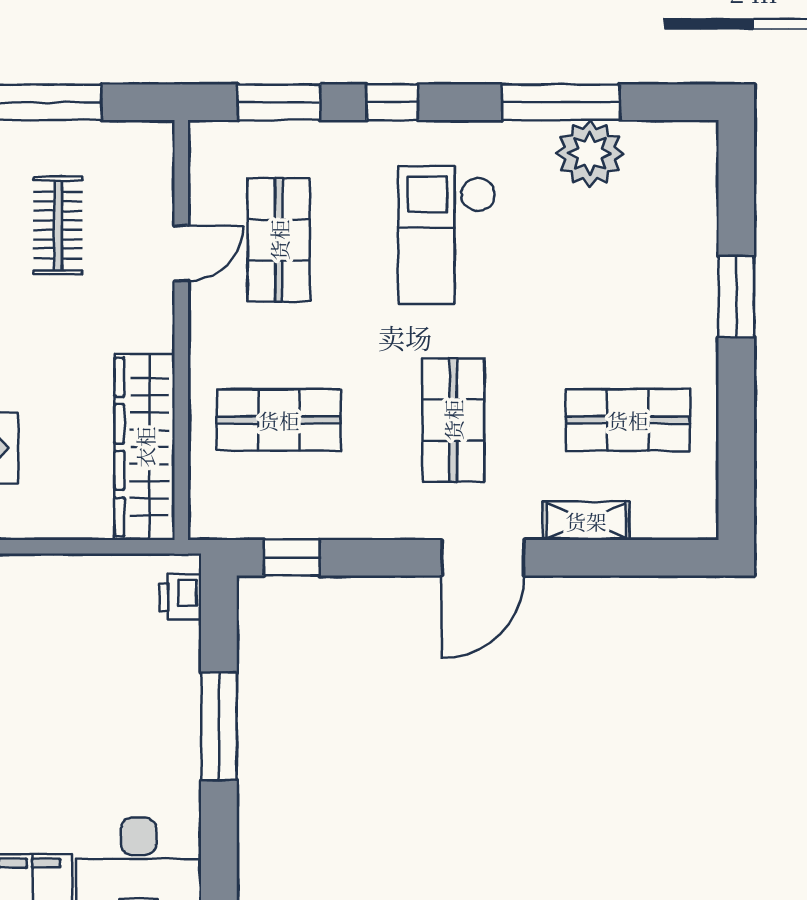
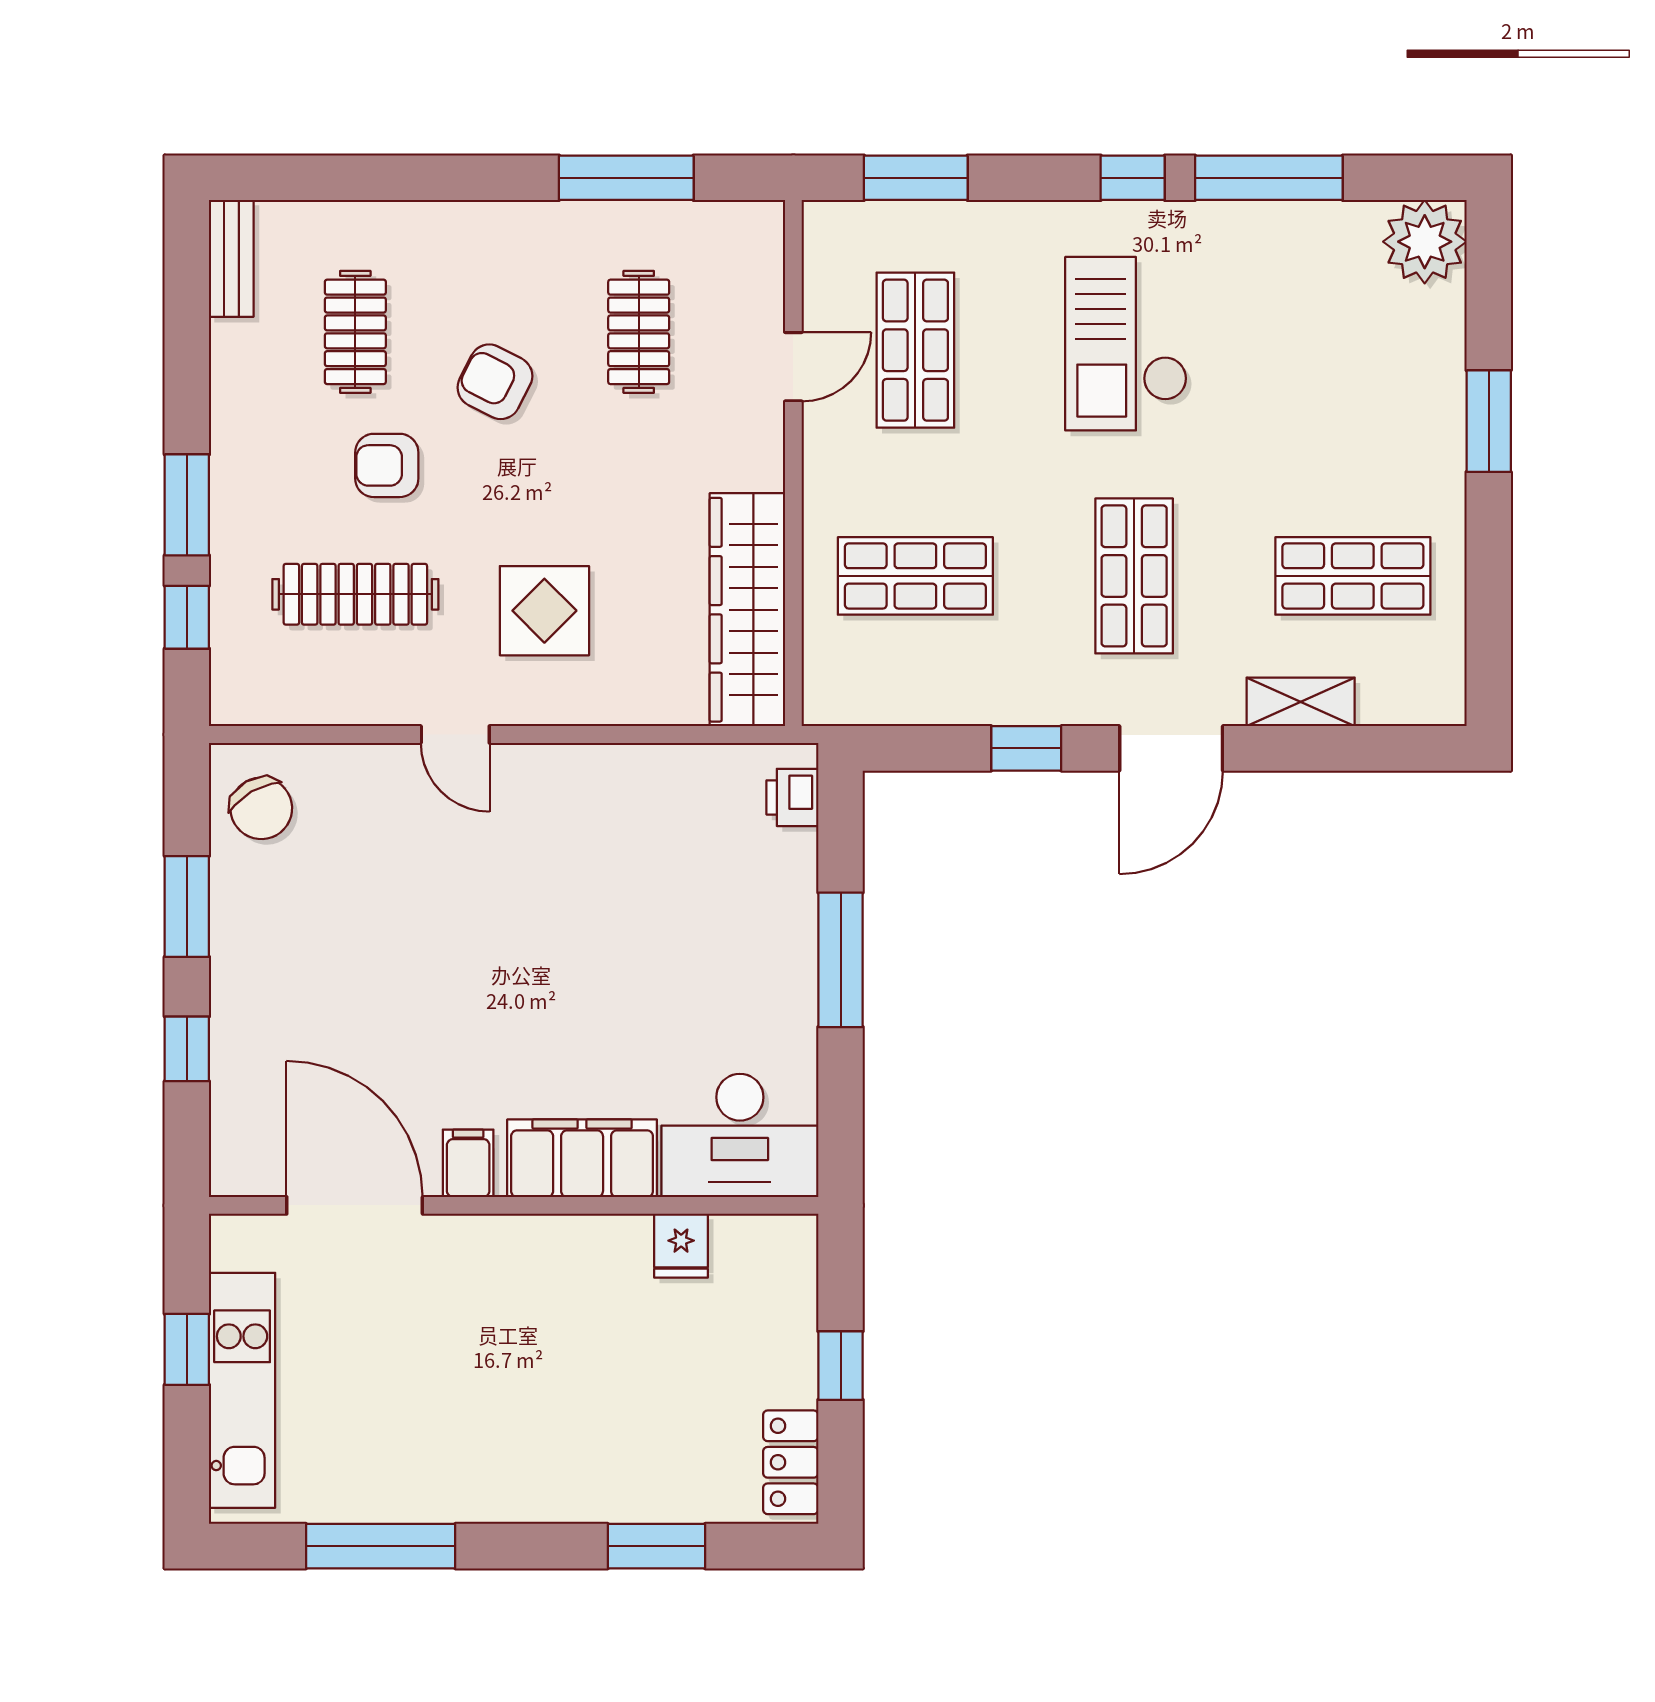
window: (392, 102) -> (1133, 178), moved
plant: (590, 153) -> (1425, 242), moved
window: (292, 558) -> (1026, 748), moved

